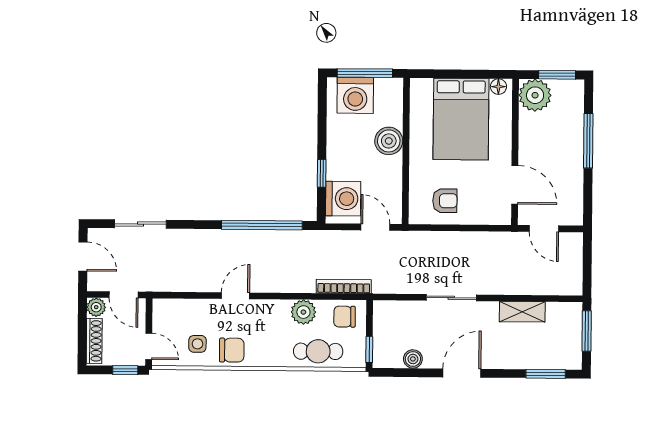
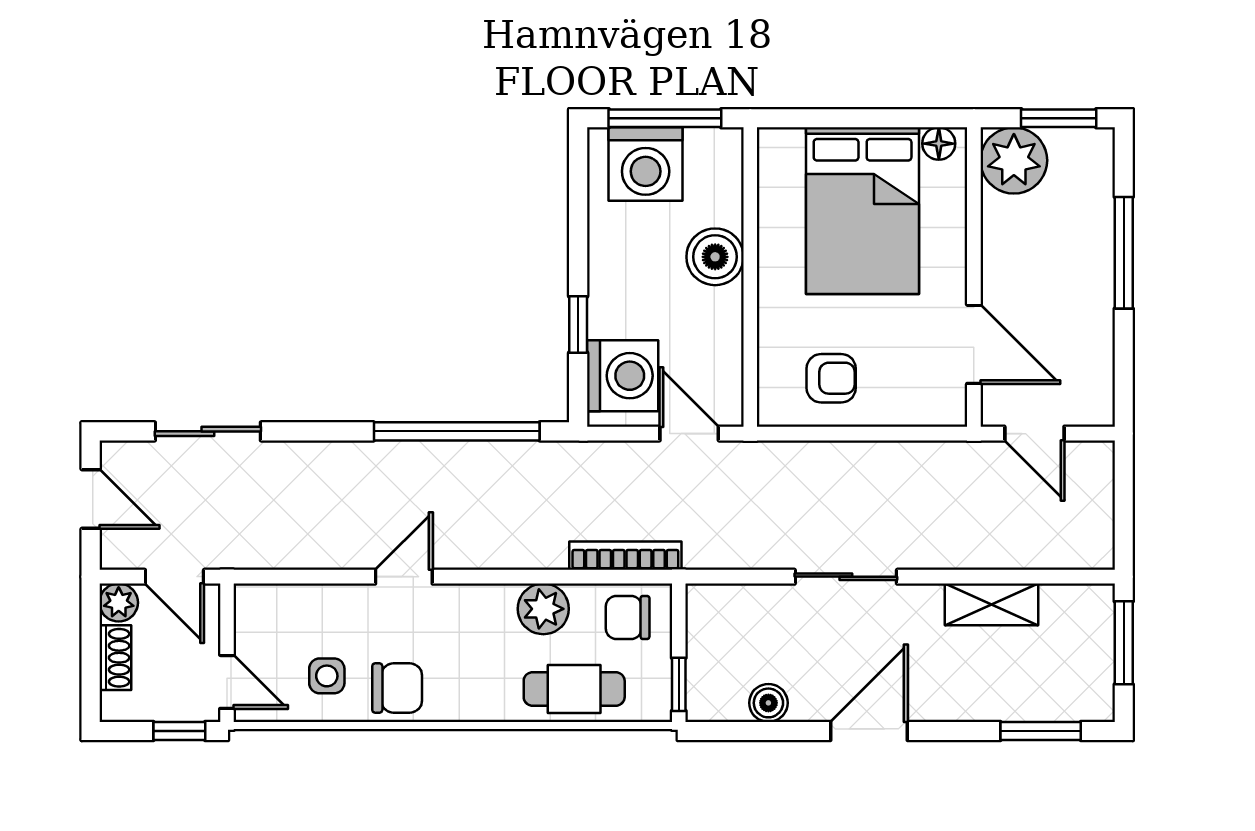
shoe rack: (94, 341) -> (115, 658), width x0.70

